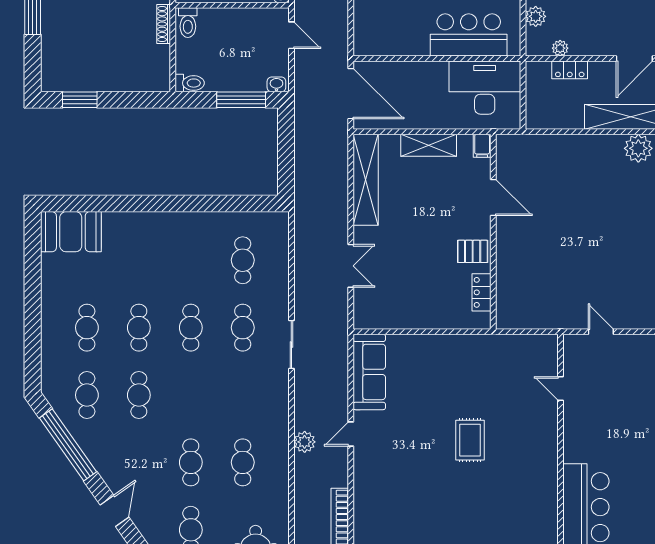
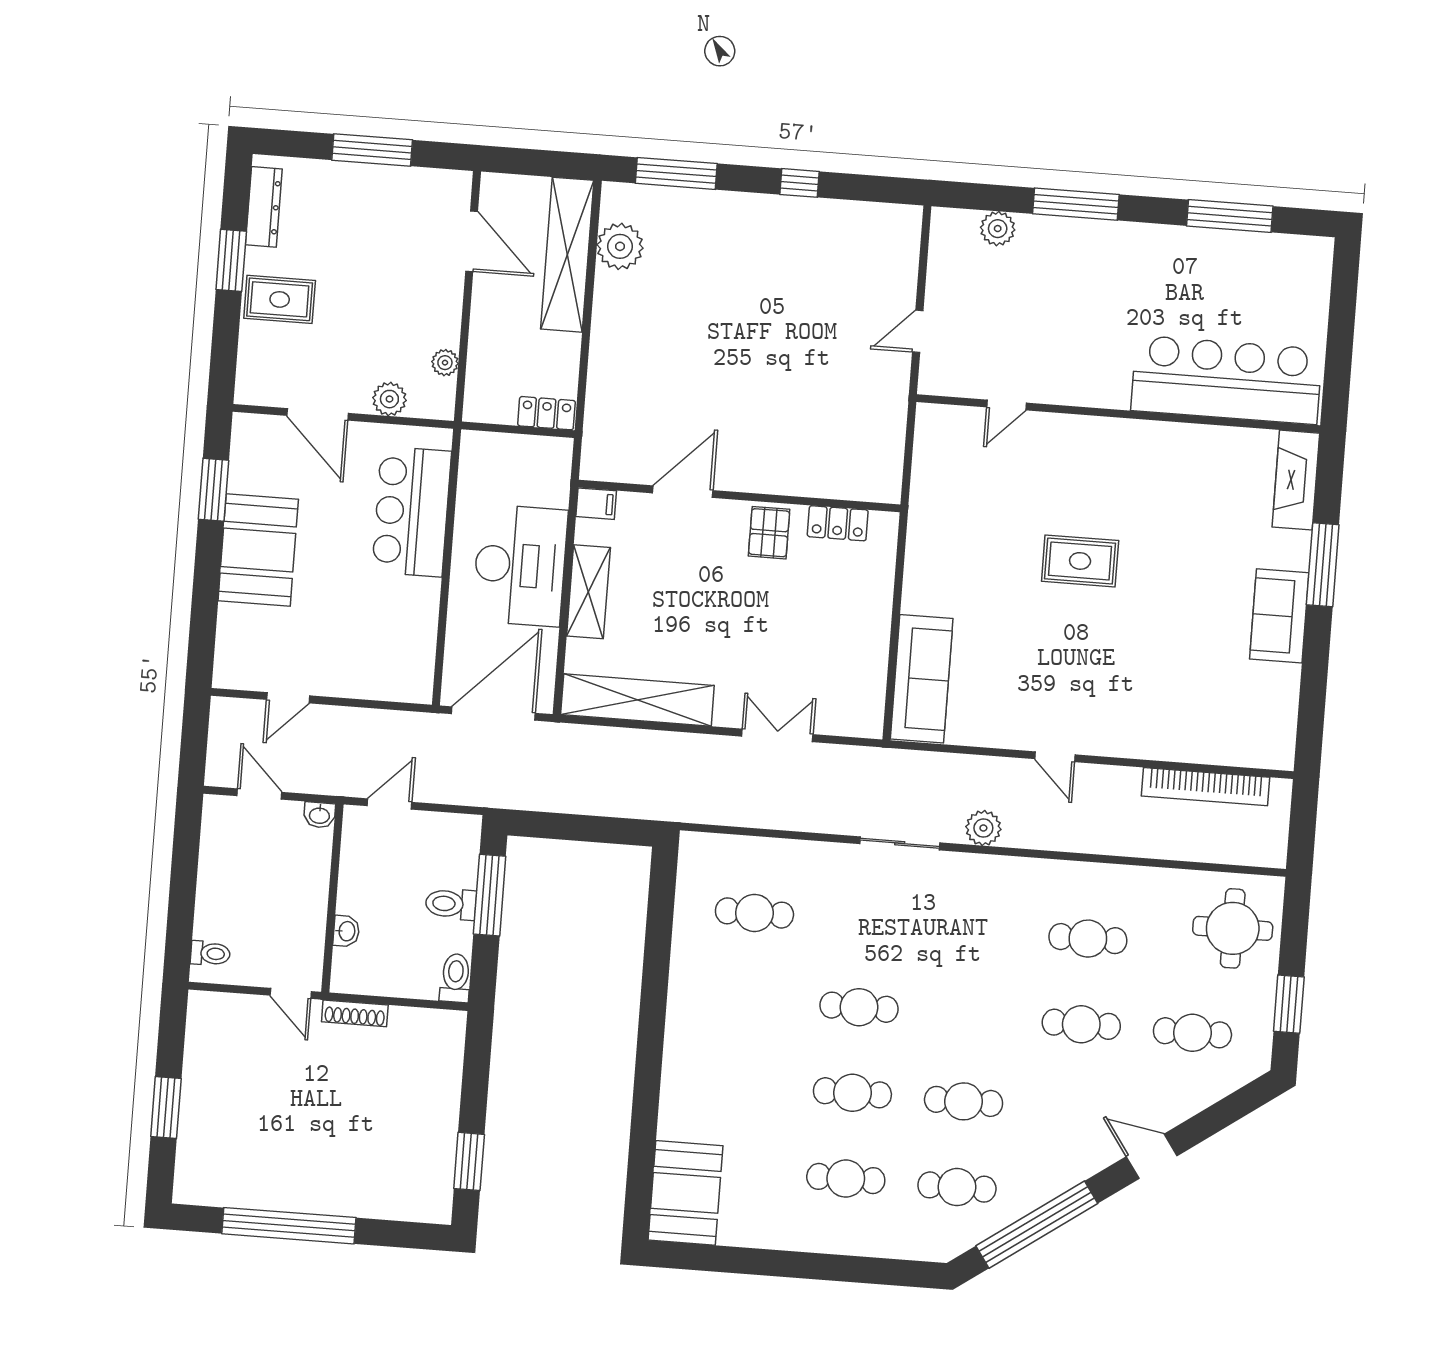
toilet: (188, 23) -> (451, 904), moved, turned 180
locker: (570, 70) -> (546, 413), moved, turned -90
washbasin: (276, 84) -> (346, 931), moved, turned 180
desk: (485, 88) -> (520, 565), moved, turned 180
cafe table: (243, 328) -> (866, 921), removed
sofa: (369, 372) -> (922, 679), moved, turned 90
plant: (305, 442) -> (983, 828), moved

